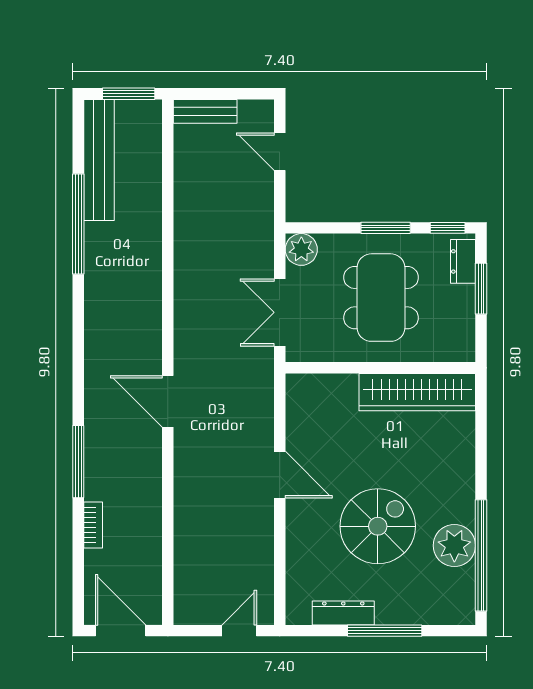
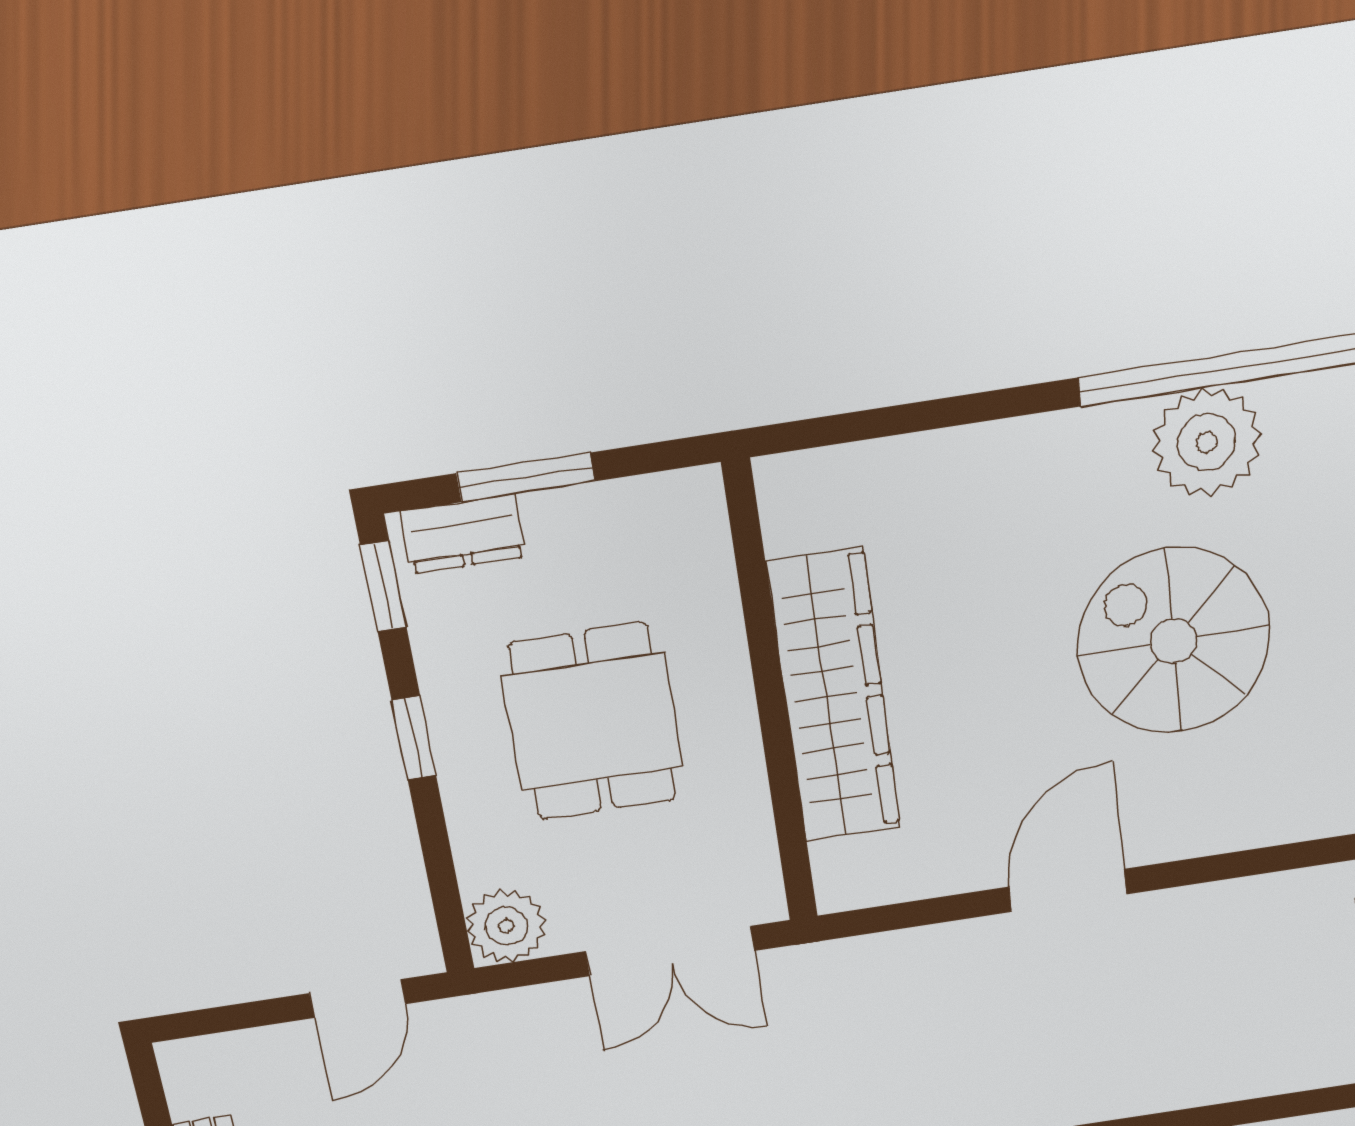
door: (280, 152) -> (358, 999), moved
window: (386, 228) -> (414, 738), width x0.67
dining table: (381, 298) -> (593, 722), width x0.73
wardrobe: (417, 392) -> (834, 696), moved

